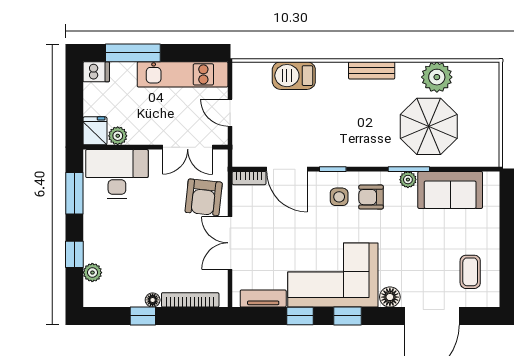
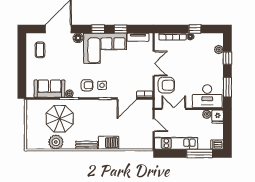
barbecue: (294, 76) -> (108, 143), moved
door: (287, 169) -> (127, 98), swing flipped
armchair: (204, 197) -> (166, 85), turned 84

